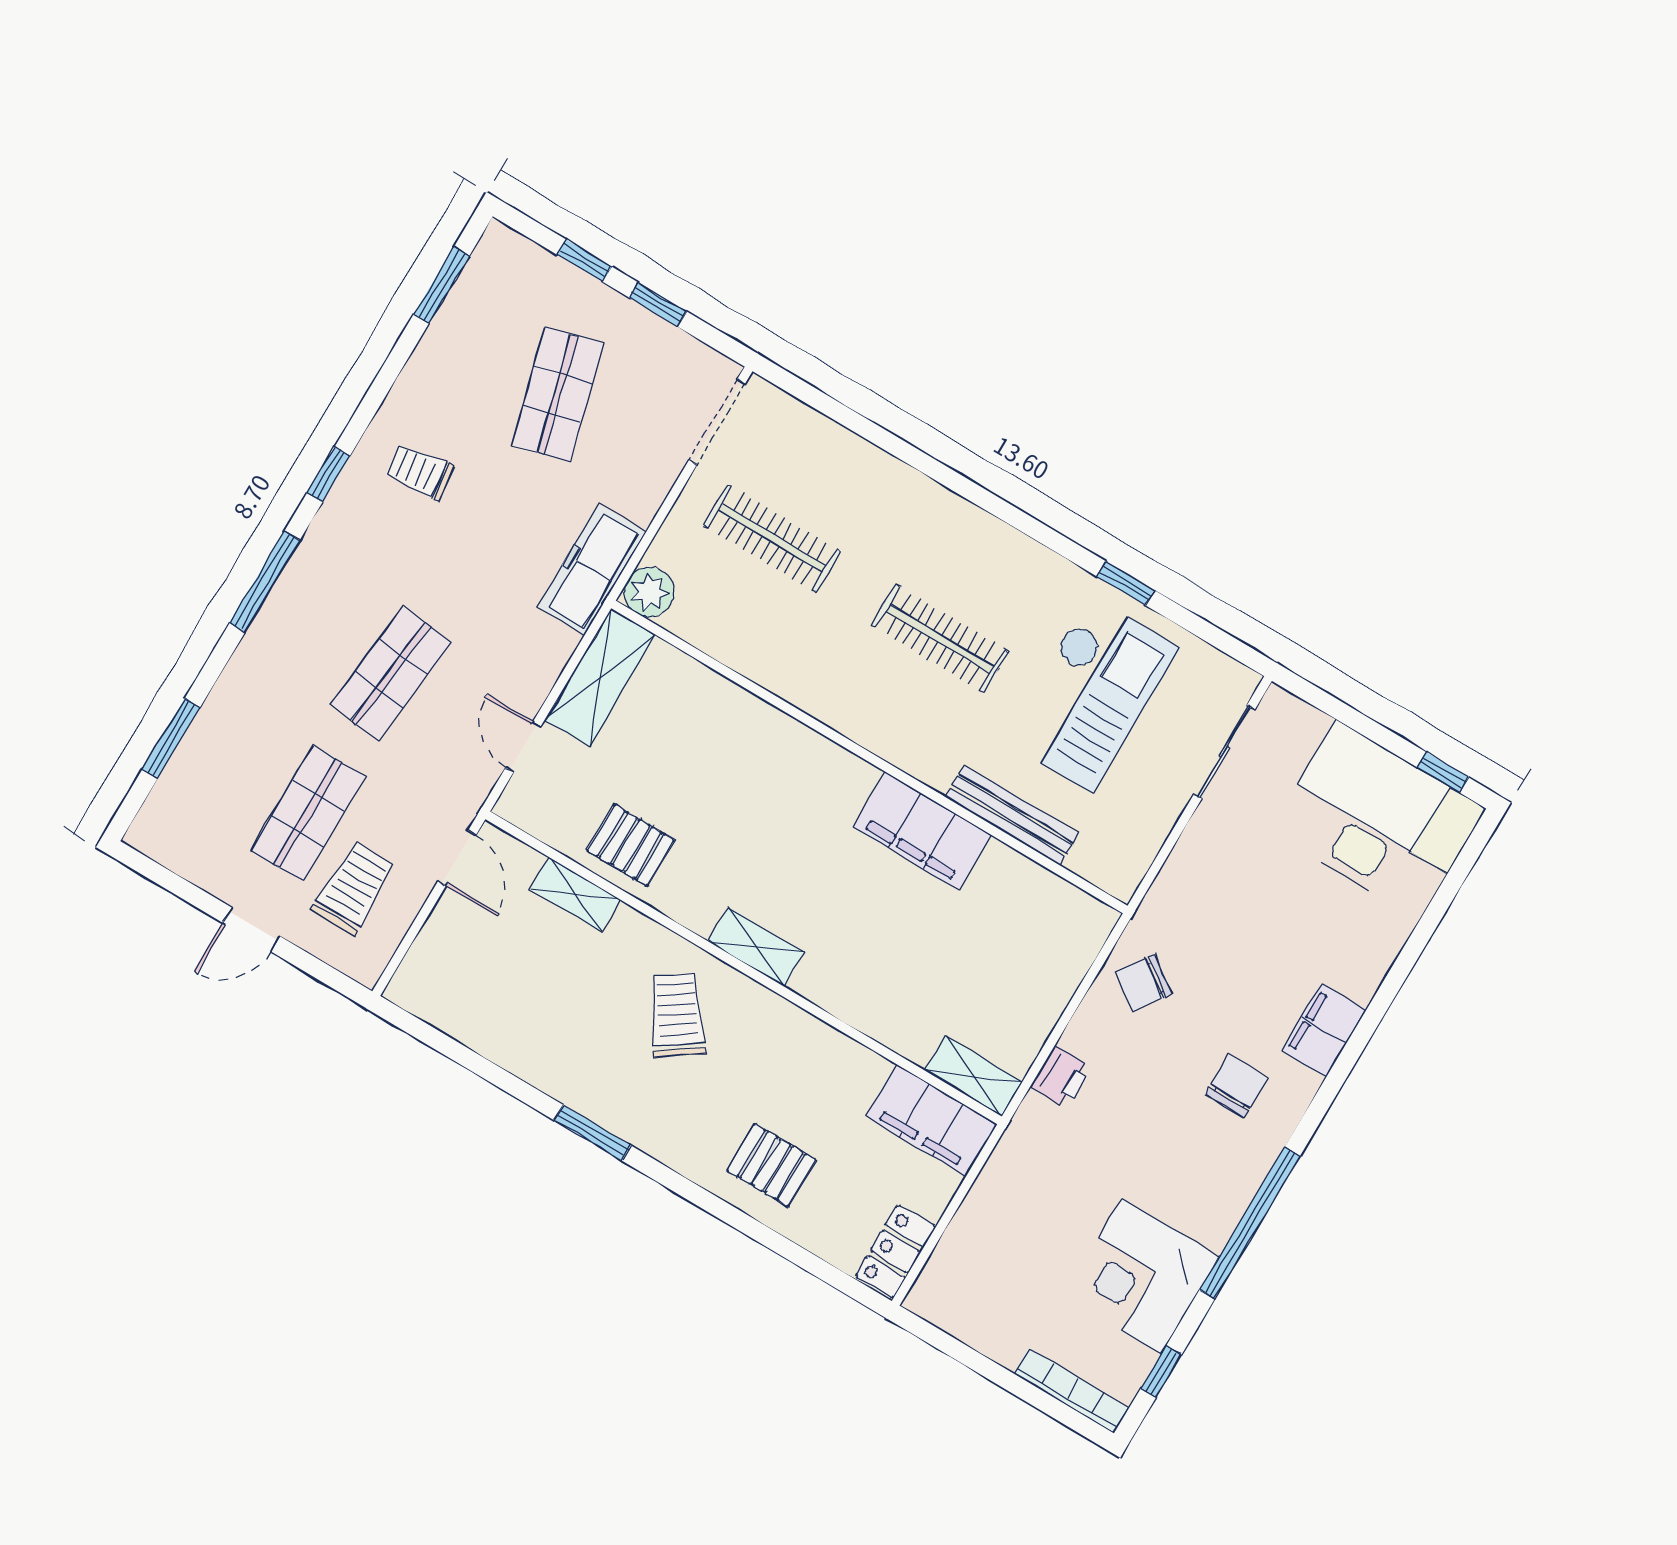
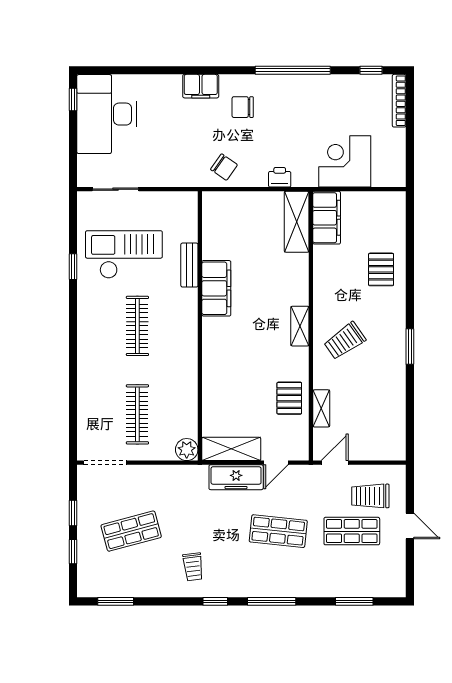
freezer: (592, 569) -> (236, 477), moved
bench: (1012, 815) -> (189, 265), width x0.73
shelving: (974, 1076) -> (297, 222), width x1.50, depth x1.33
locker: (895, 1251) -> (386, 201), removed
corner desk: (1141, 1276) -> (345, 161), moved, turned 180

